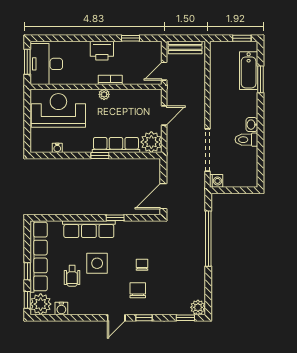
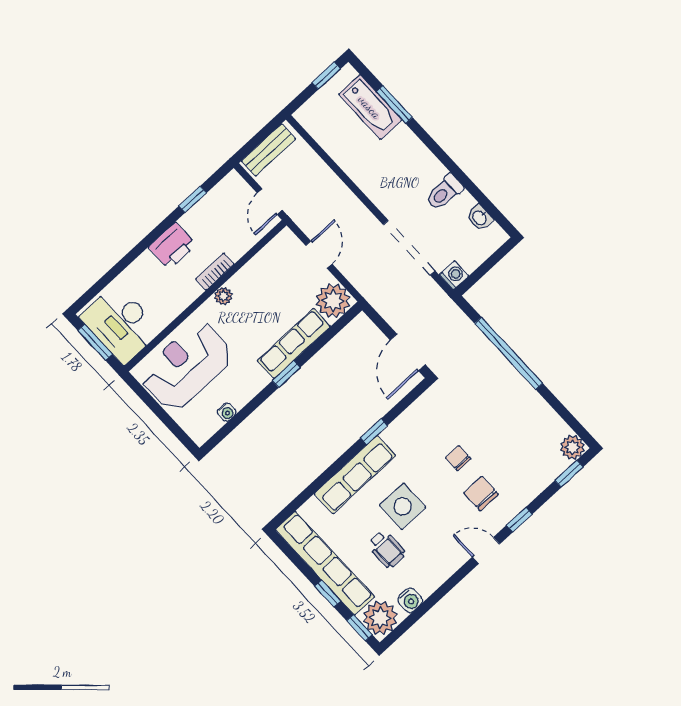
washbasin: (252, 125) -> (480, 218), moved
door: (116, 318) -> (486, 550), swing flipped

